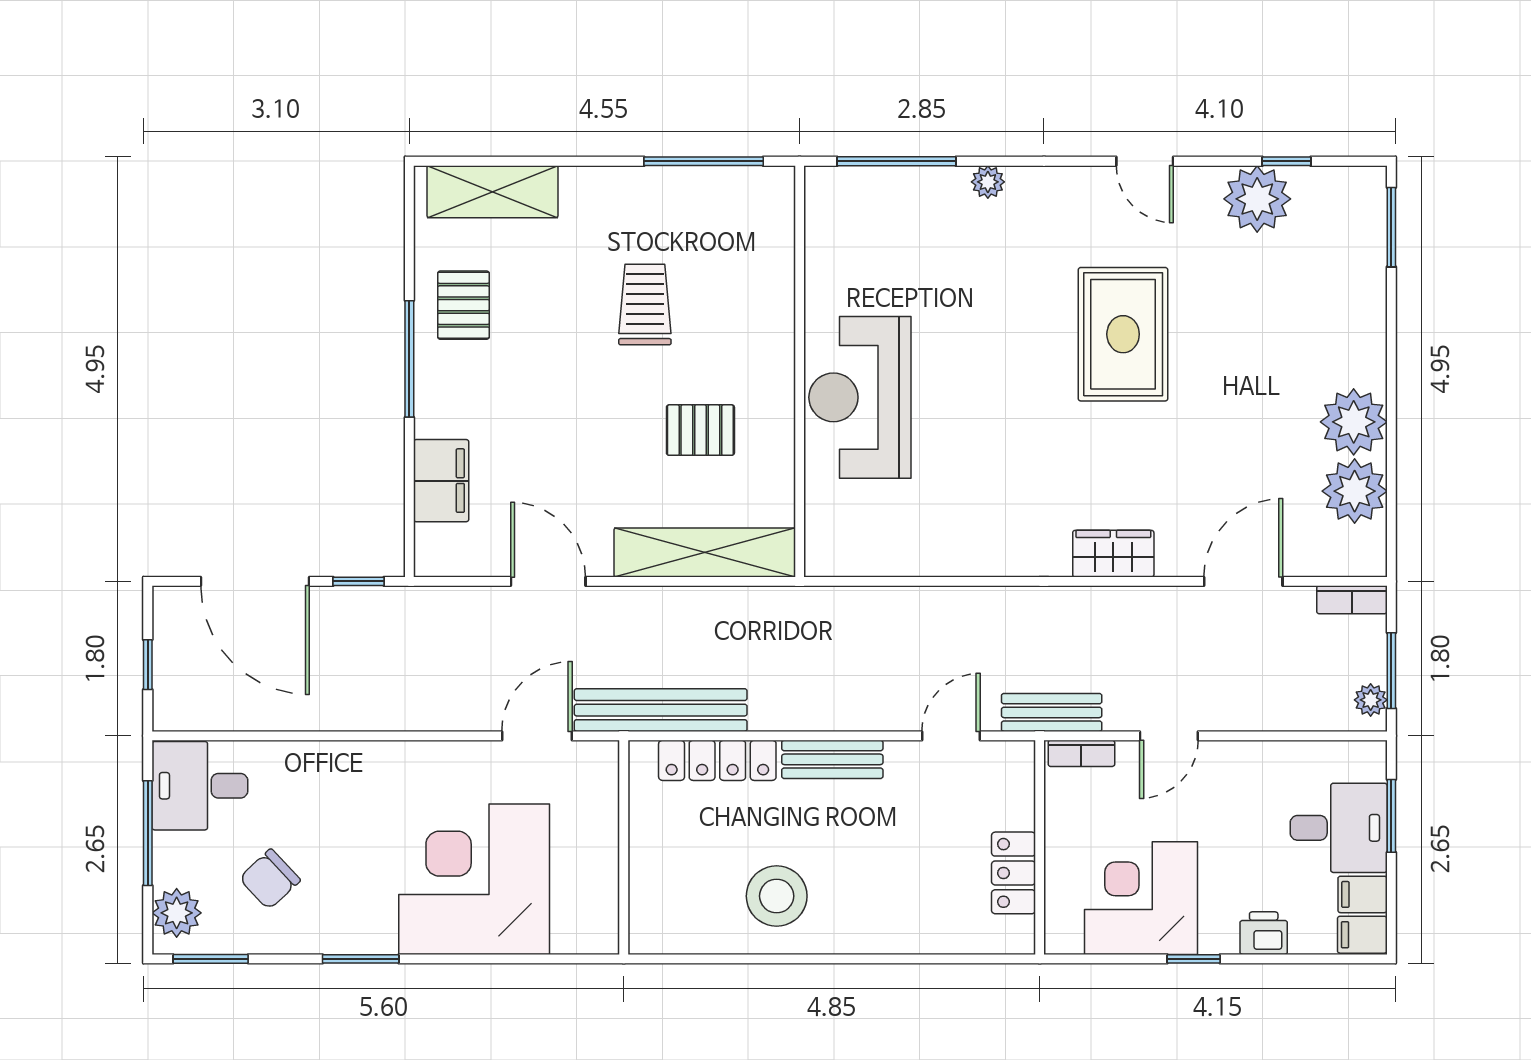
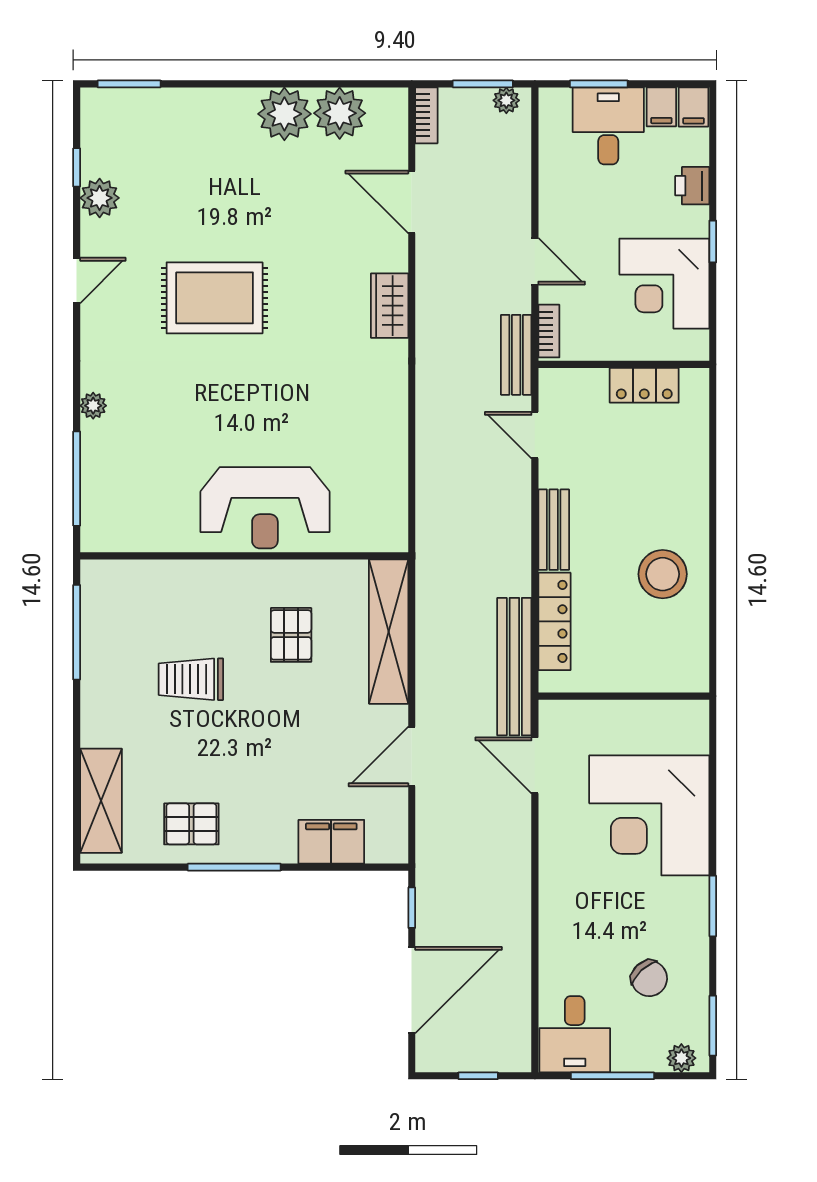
plant: (1257, 199) -> (100, 198), width x0.73, depth x0.73
plant: (177, 913) -> (681, 1058), width x0.73, depth x0.73

